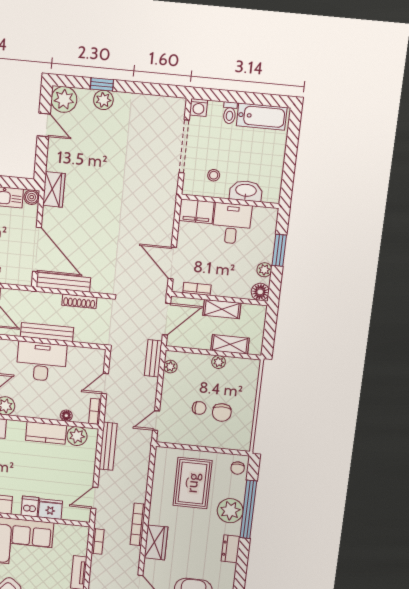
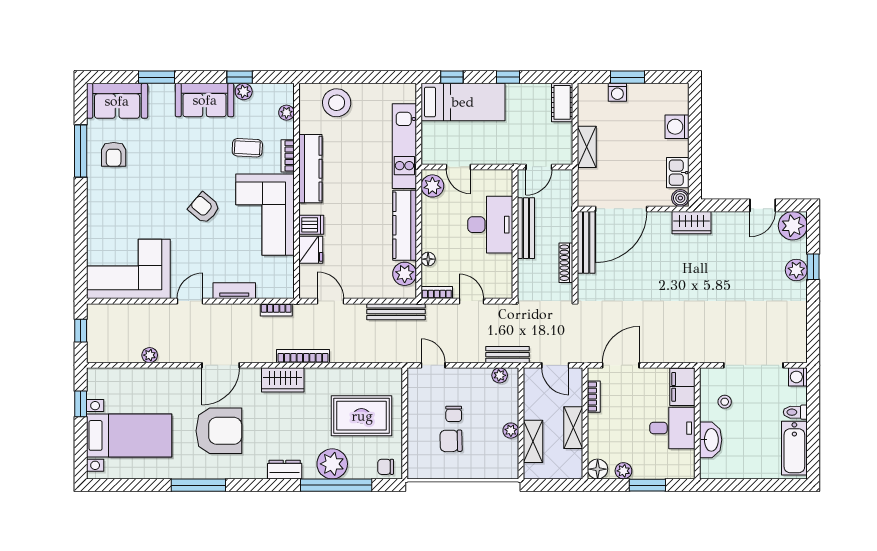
door: (167, 319) -> (555, 365), width x0.73
kitchen counter: (46, 433) -> (405, 225), width x1.50

